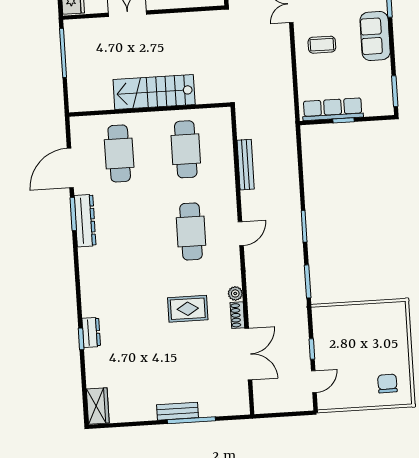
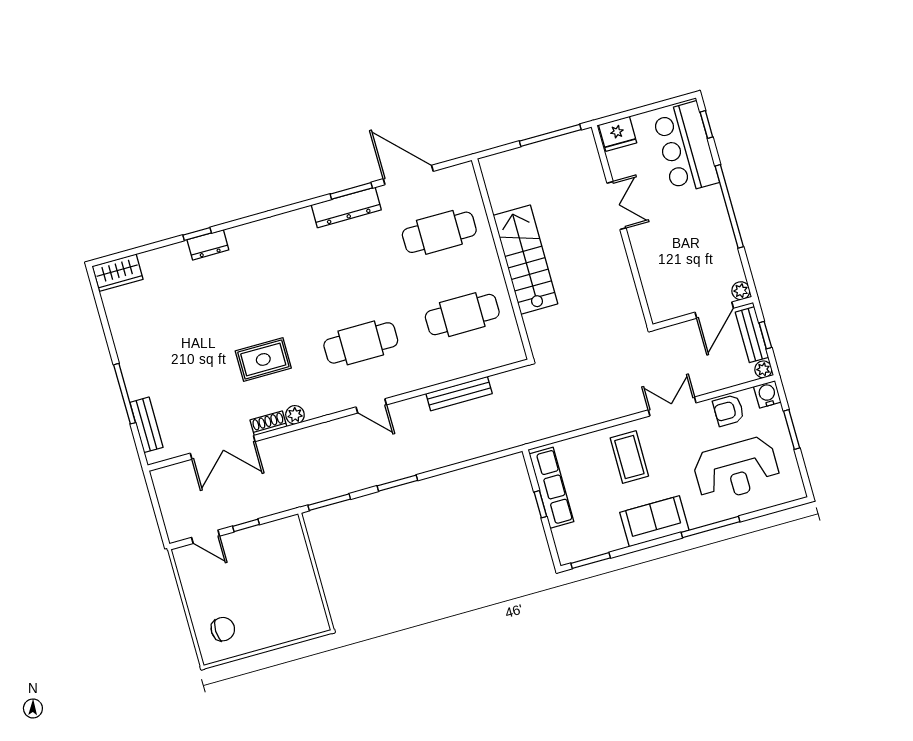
coffee table: (322, 45) -> (629, 457), width x1.36, depth x1.30
rug: (188, 309) -> (263, 359), turned 90
bench: (177, 411) -> (146, 425), moved

